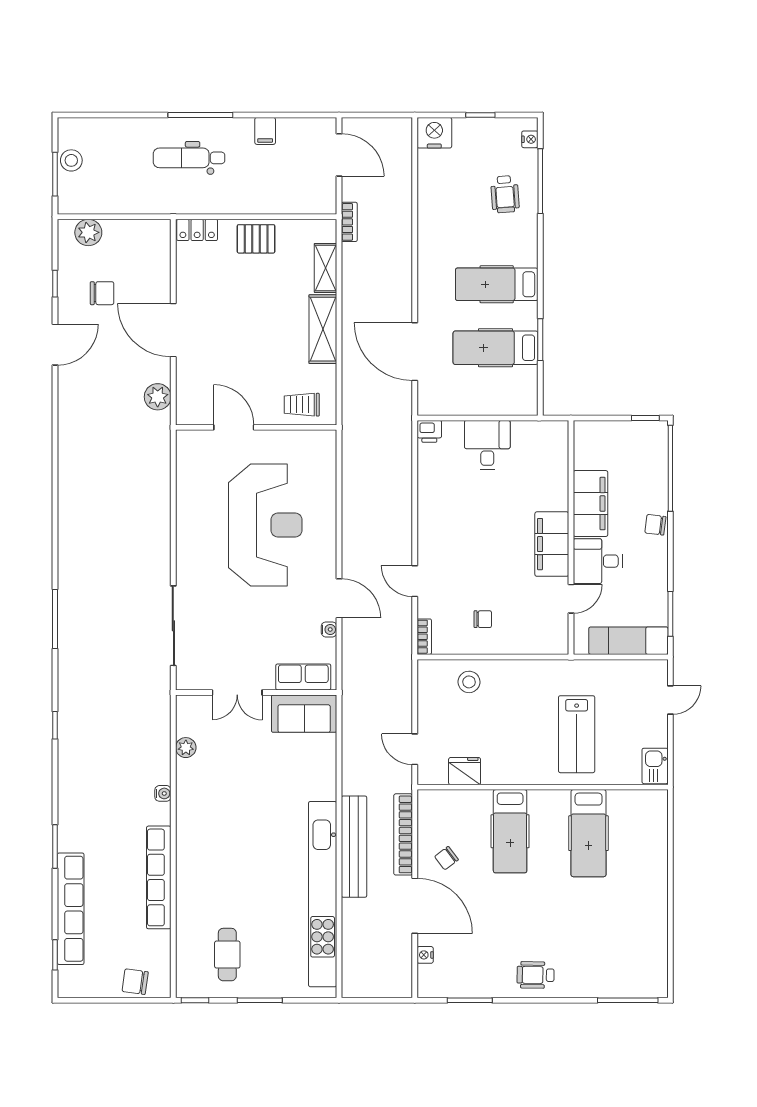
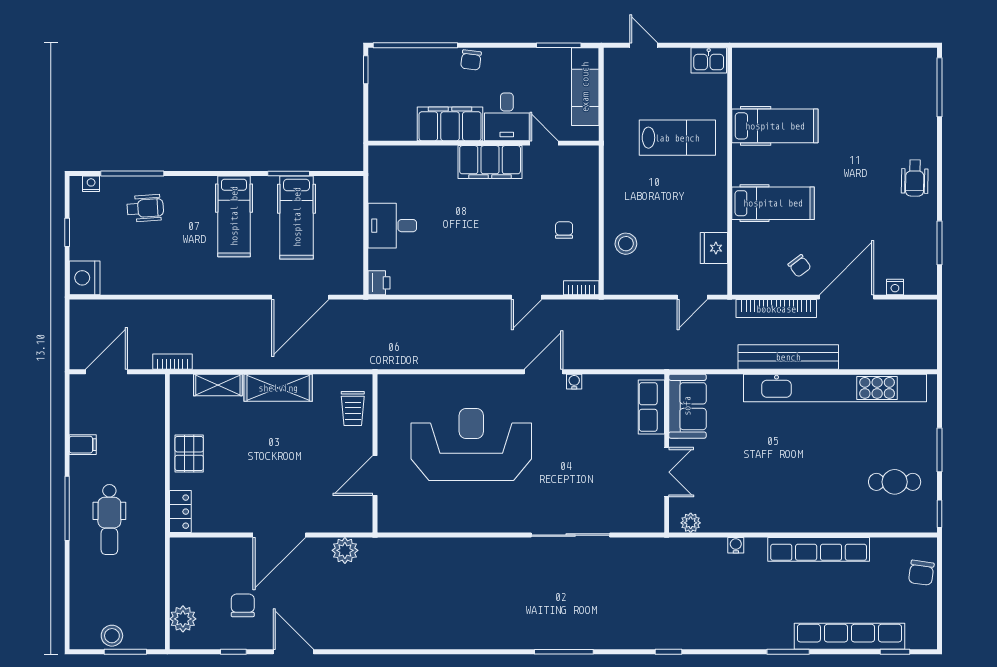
row of seats: (303, 677) -> (651, 407), moved
double door: (237, 692) -> (667, 472), moved
wall: (256, 692) -> (667, 453), moved
sofa: (304, 714) -> (687, 406), moved

